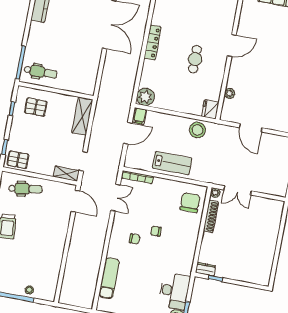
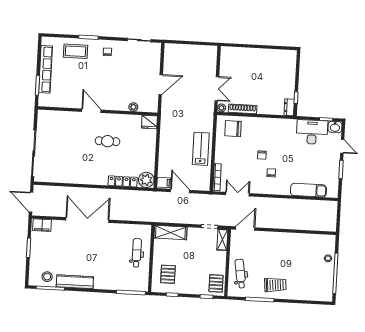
locker: (153, 42) -> (123, 181), moved
dental chair: (41, 72) -> (137, 253), moved
stool: (197, 130) -> (169, 131), removed

